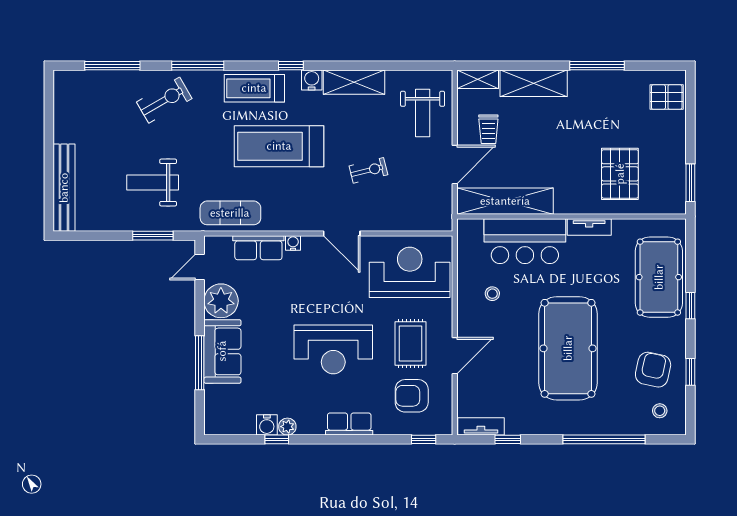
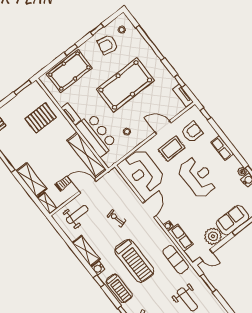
armchair: (412, 396) -> (192, 132), turned -90

